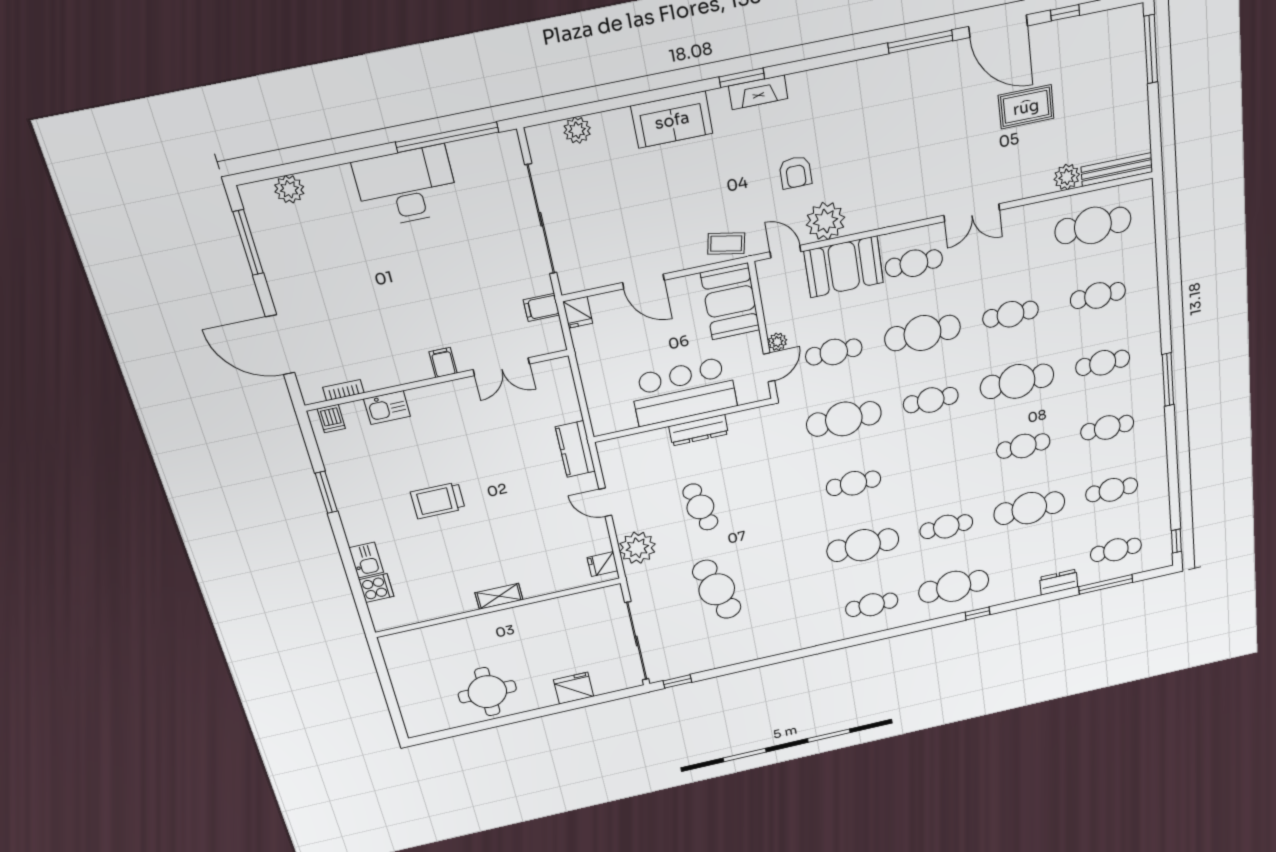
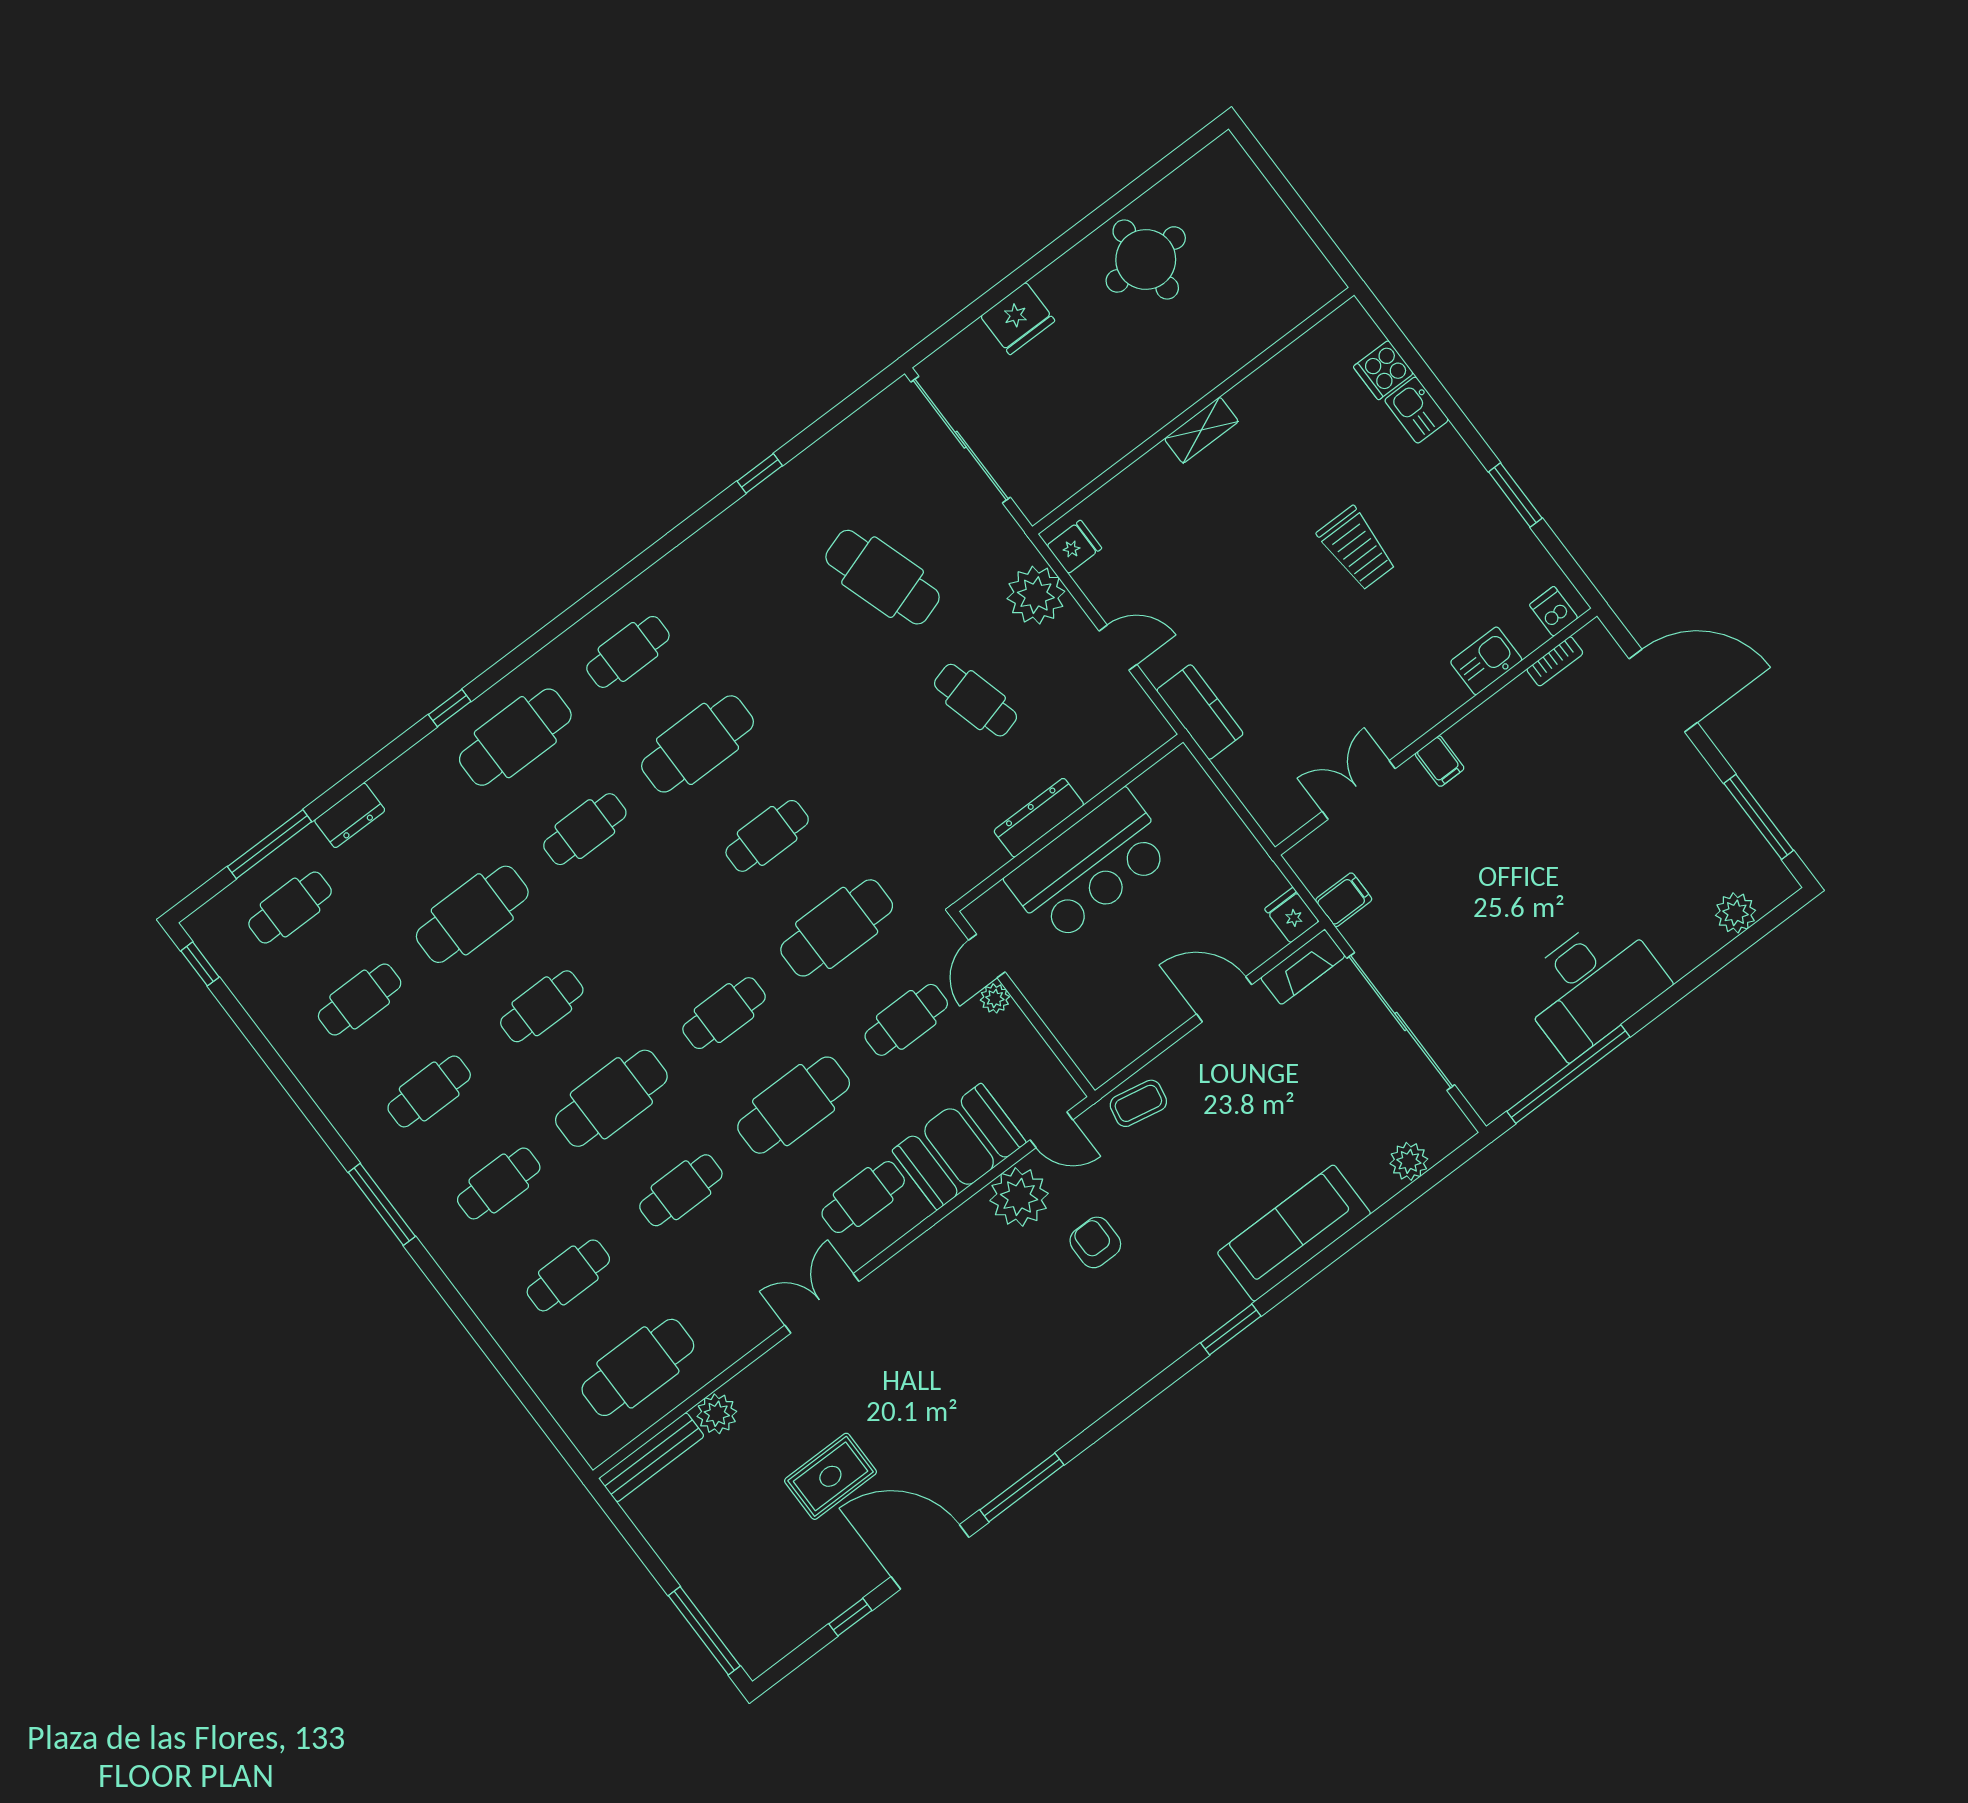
fireplace: (758, 92) -> (1303, 967), moved, turned 180
sofa: (672, 120) -> (1294, 1233), width x1.36
booth: (730, 301) -> (1091, 1026), removed
trolley: (438, 500) -> (1357, 548), turned 90
window: (677, 681) -> (760, 473), moved

